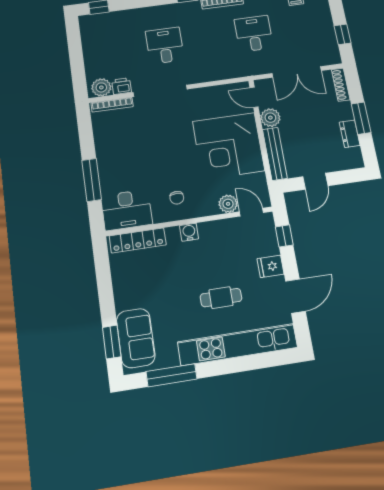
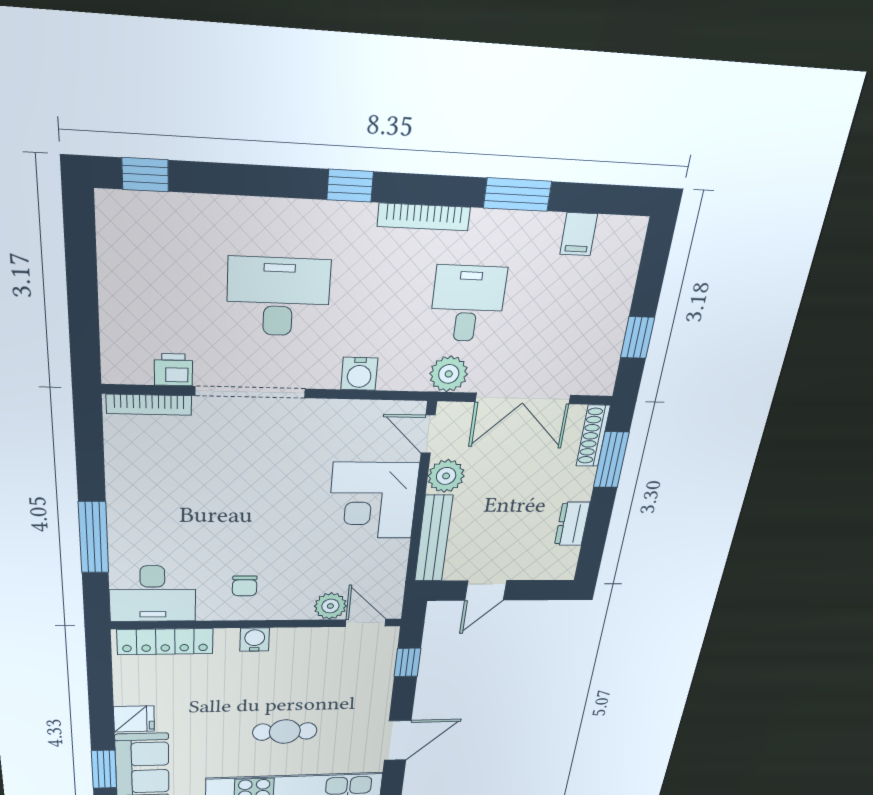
desk: (165, 46) -> (278, 297), width x1.37
water cooler: (211, 73) -> (359, 374), added
plant: (101, 87) -> (449, 374), moved
window: (361, 118) -> (611, 460), moved
corner desk: (229, 146) -> (373, 501), width x0.74, depth x0.74
fridge: (270, 266) -> (134, 719), moved, turned 180

